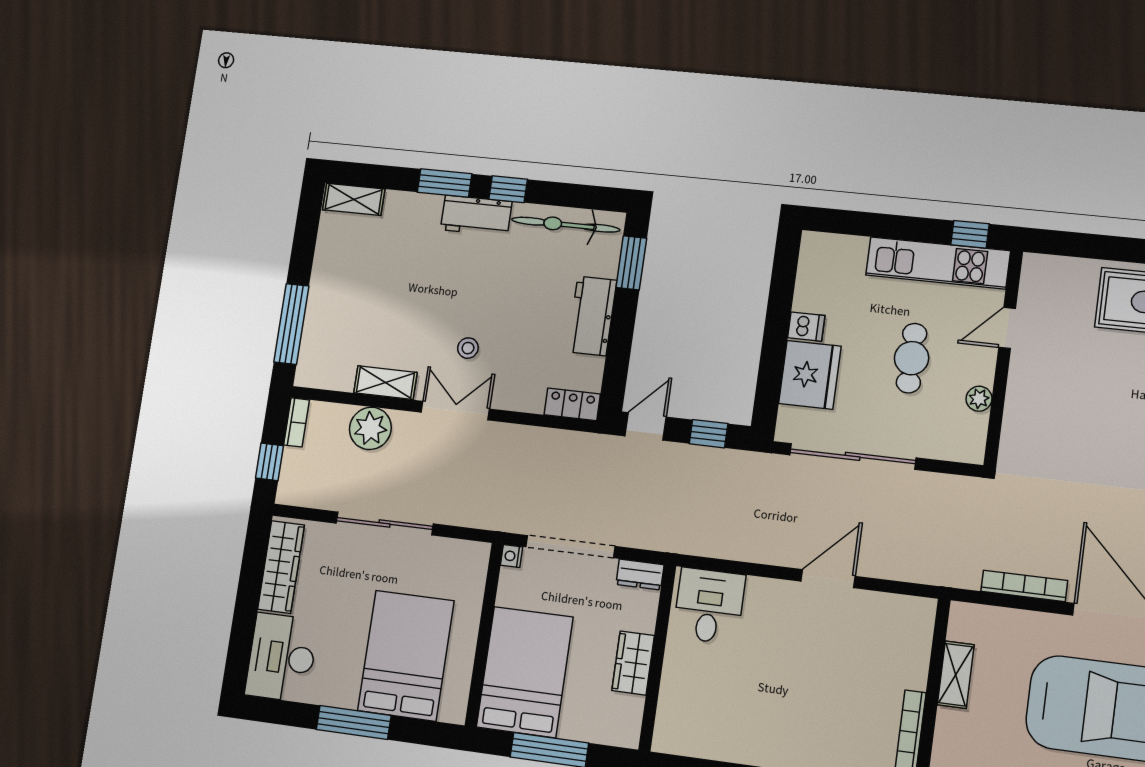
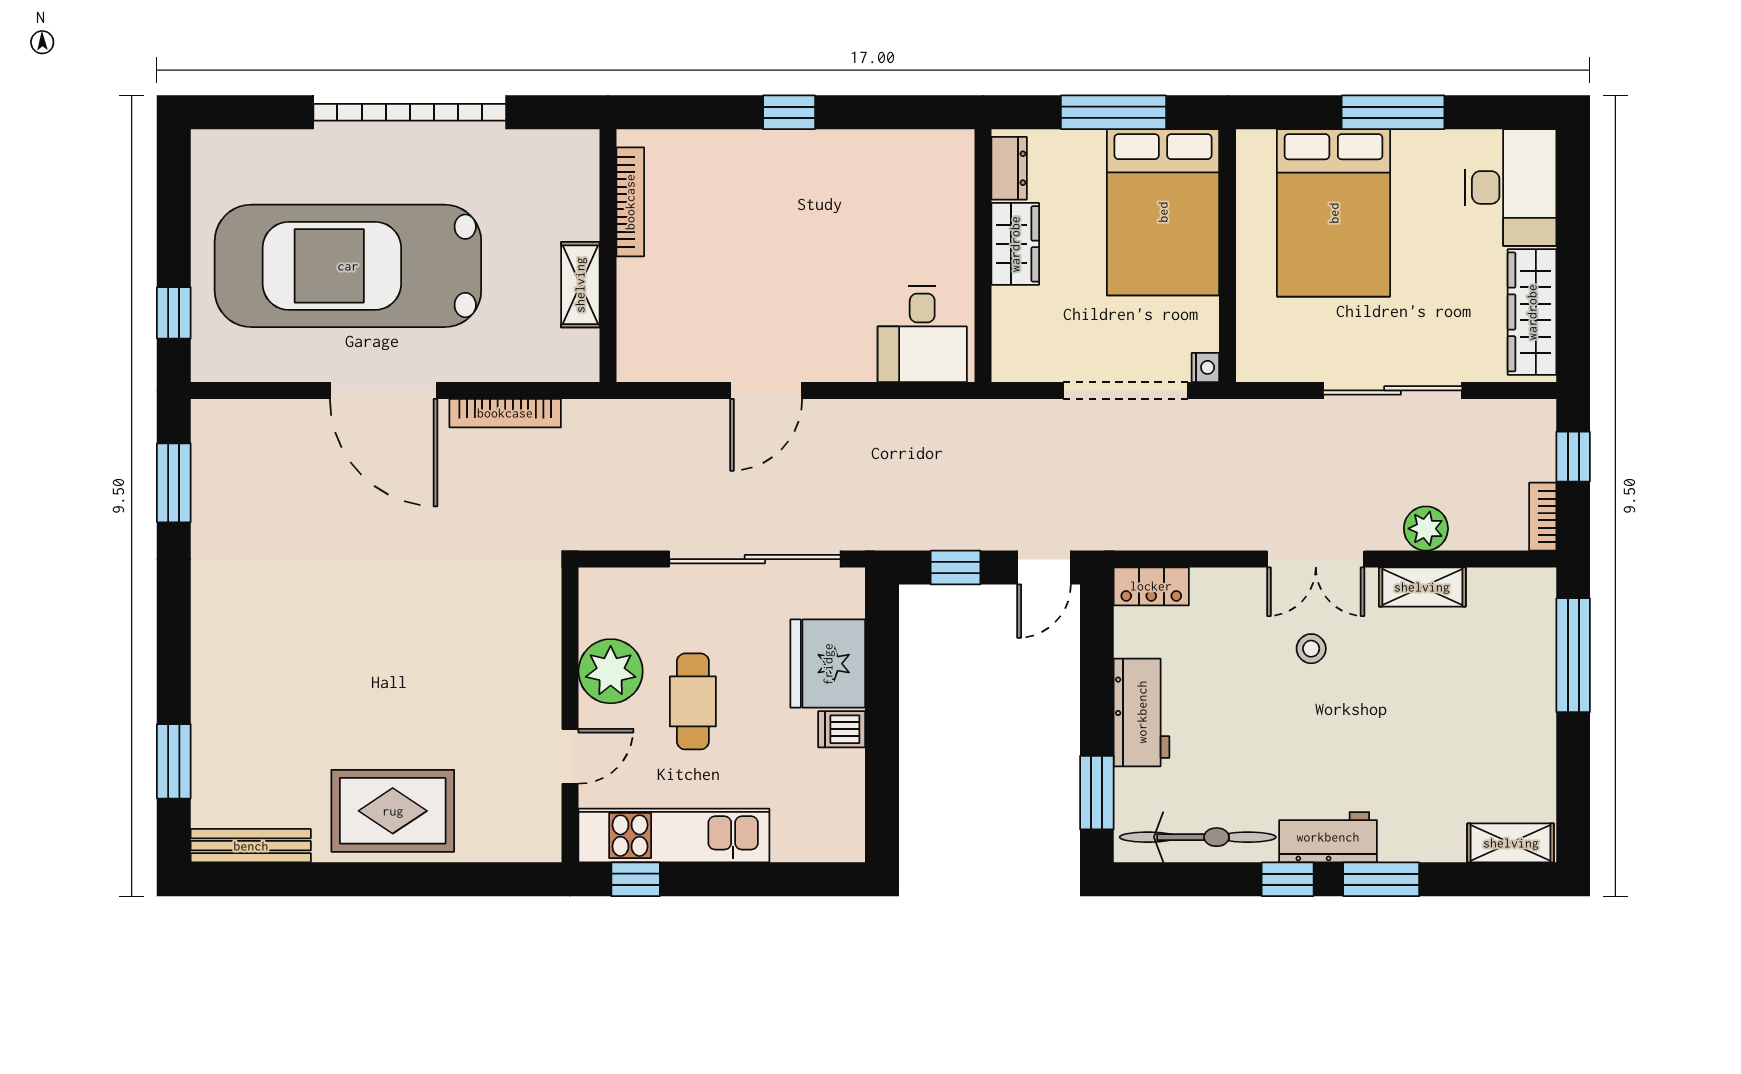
plant: (979, 399) -> (611, 671), width x1.87, depth x1.87
plant: (370, 428) -> (1426, 529), width x0.73, depth x0.73
dresser: (640, 575) -> (1009, 168), moved, turned 90

